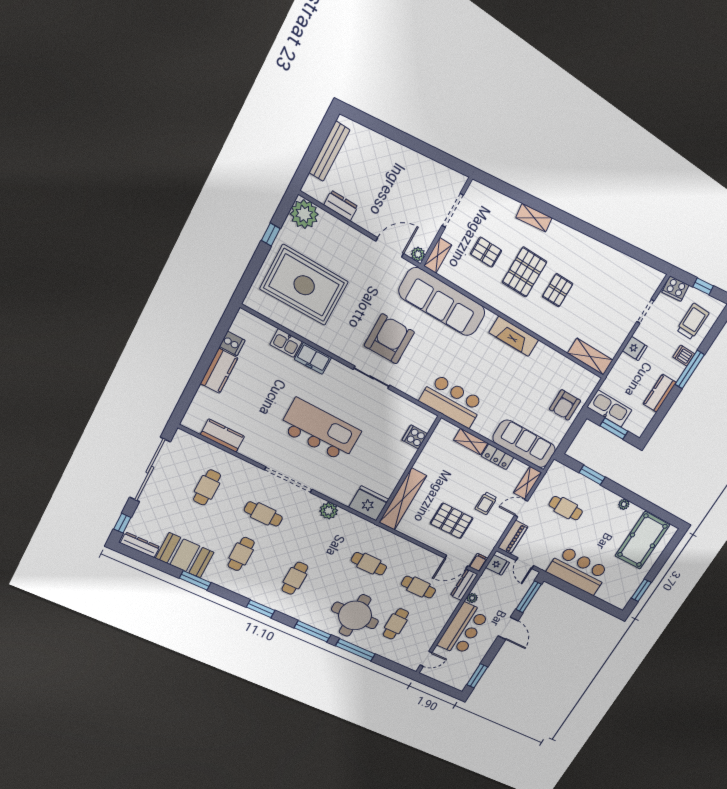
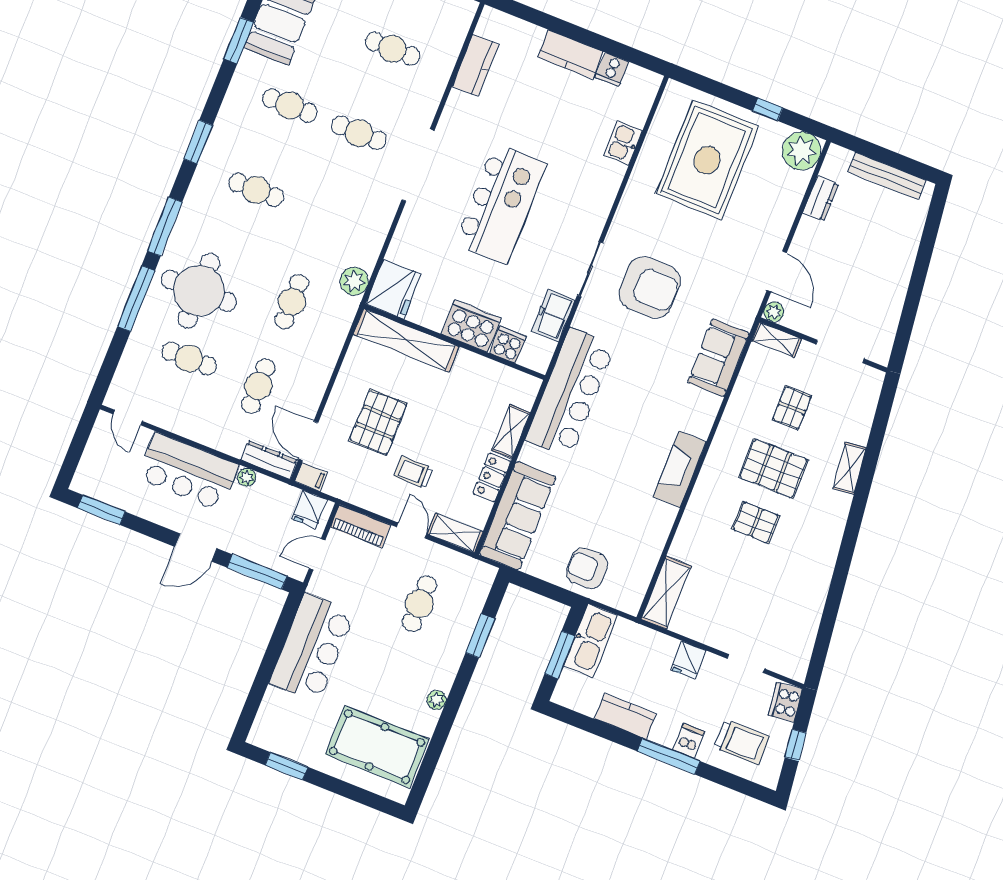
sofa: (442, 302) -> (718, 358), width x0.54, depth x0.79
freezer: (313, 358) -> (553, 316), moved
bar counter: (452, 401) -> (570, 393), width x1.36
cooker: (399, 458) -> (471, 326), added
plant: (329, 511) -> (354, 281), moved
cafe table: (263, 514) -> (359, 133), turned 90

